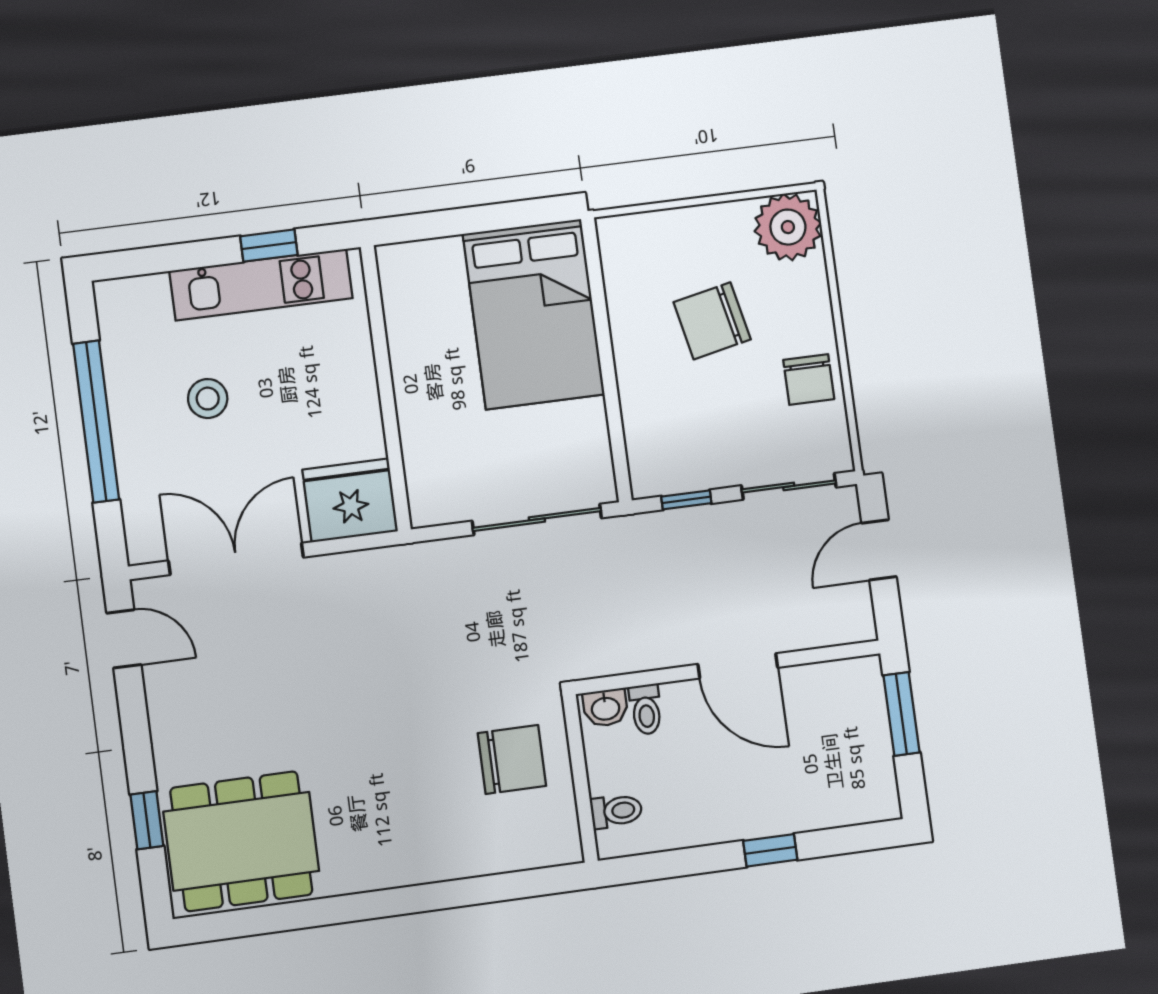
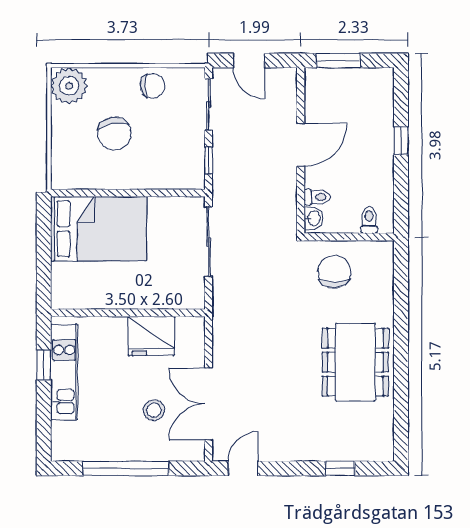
stool: (208, 399) -> (154, 410), moved
fridge: (350, 500) -> (151, 336), moved, turned -90
dining table: (241, 841) -> (355, 362), moved

